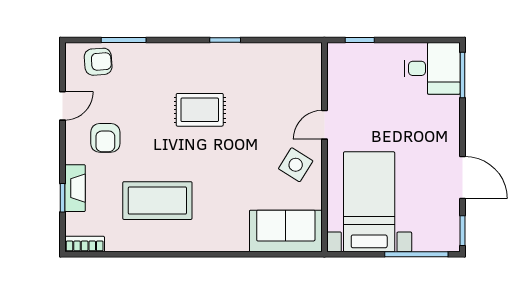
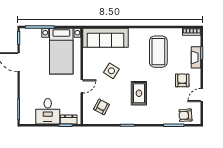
dresser: (353, 52) -> (69, 119), added
desk: (432, 68) -> (48, 111), moved, turned -90
armchair: (281, 80) -> (102, 107), added
rug: (200, 110) -> (139, 93), turned 90
side table: (296, 165) -> (111, 71), moved
coffee table: (157, 201) -> (158, 52), turned 90
sofa: (286, 231) -> (106, 38), width x1.36

